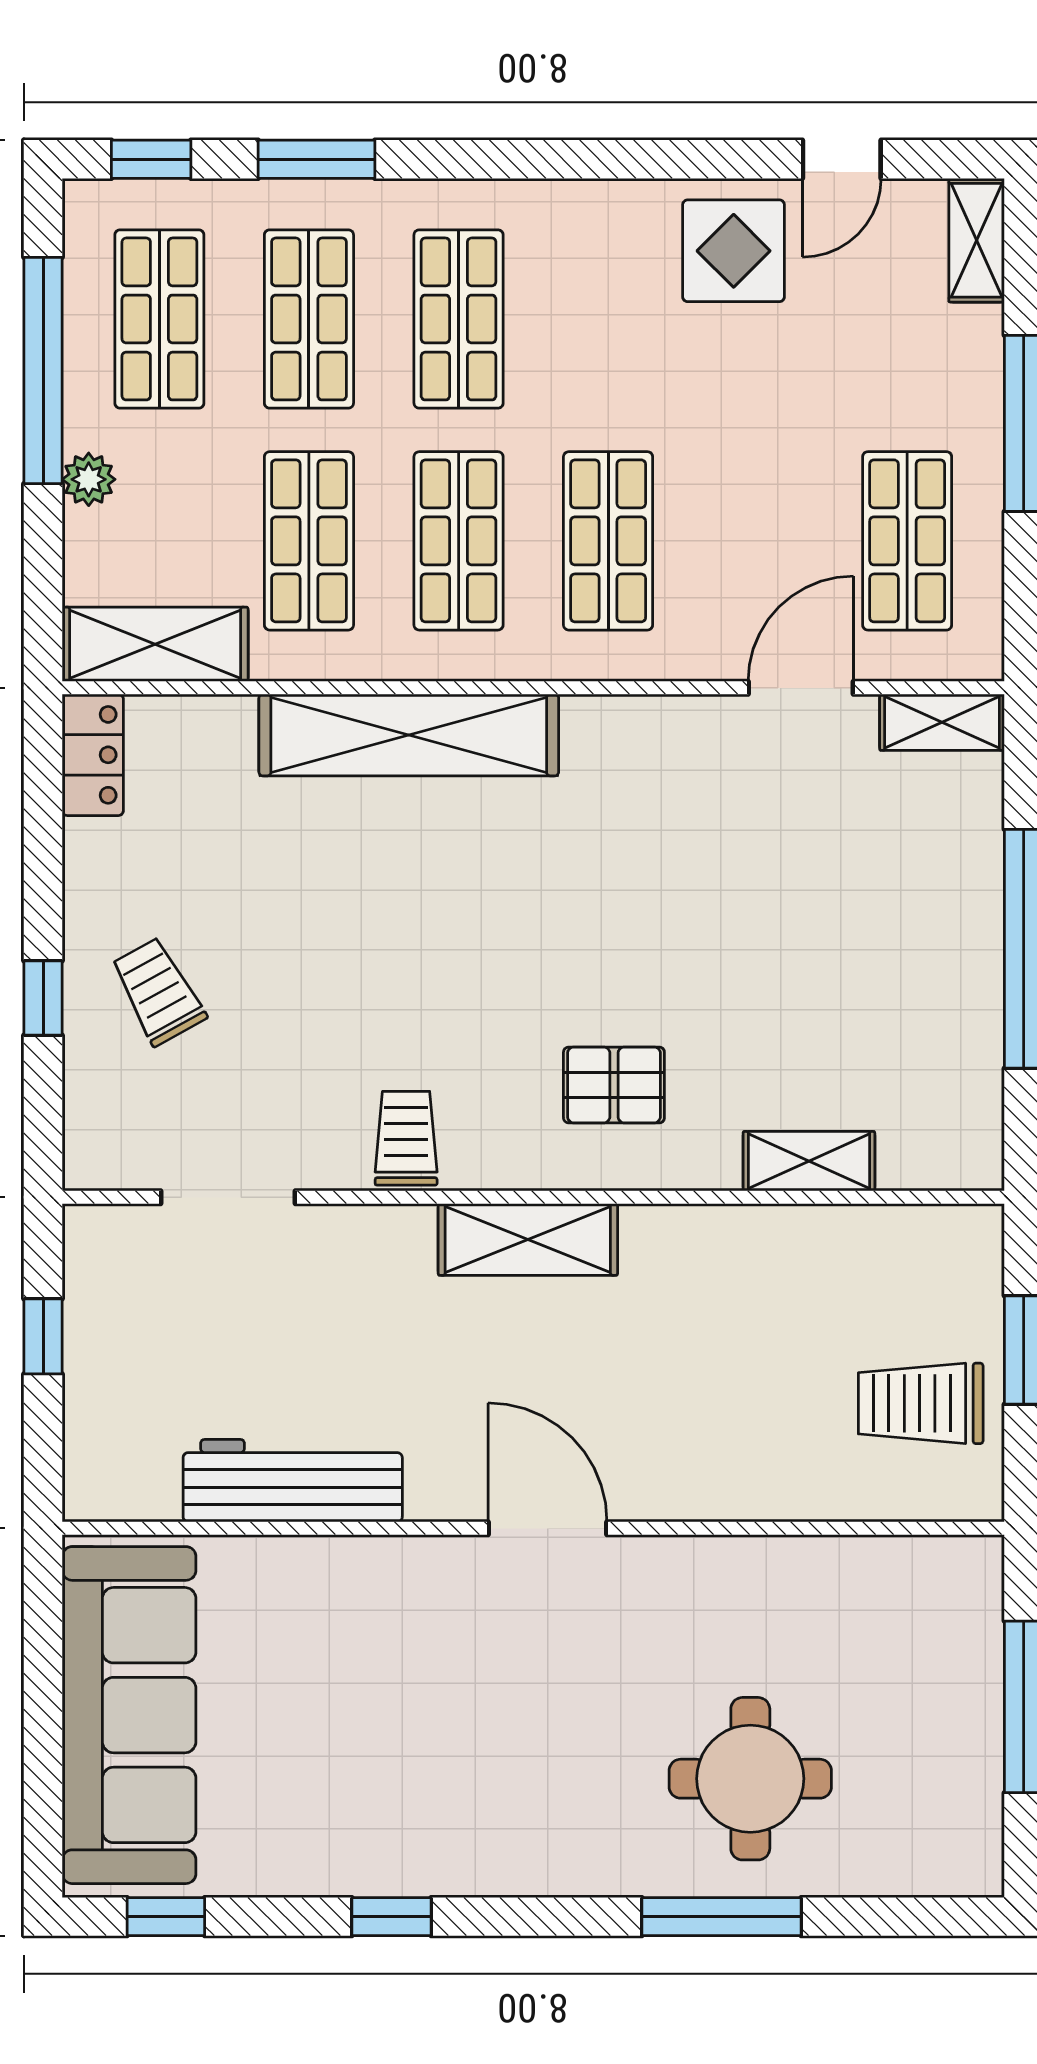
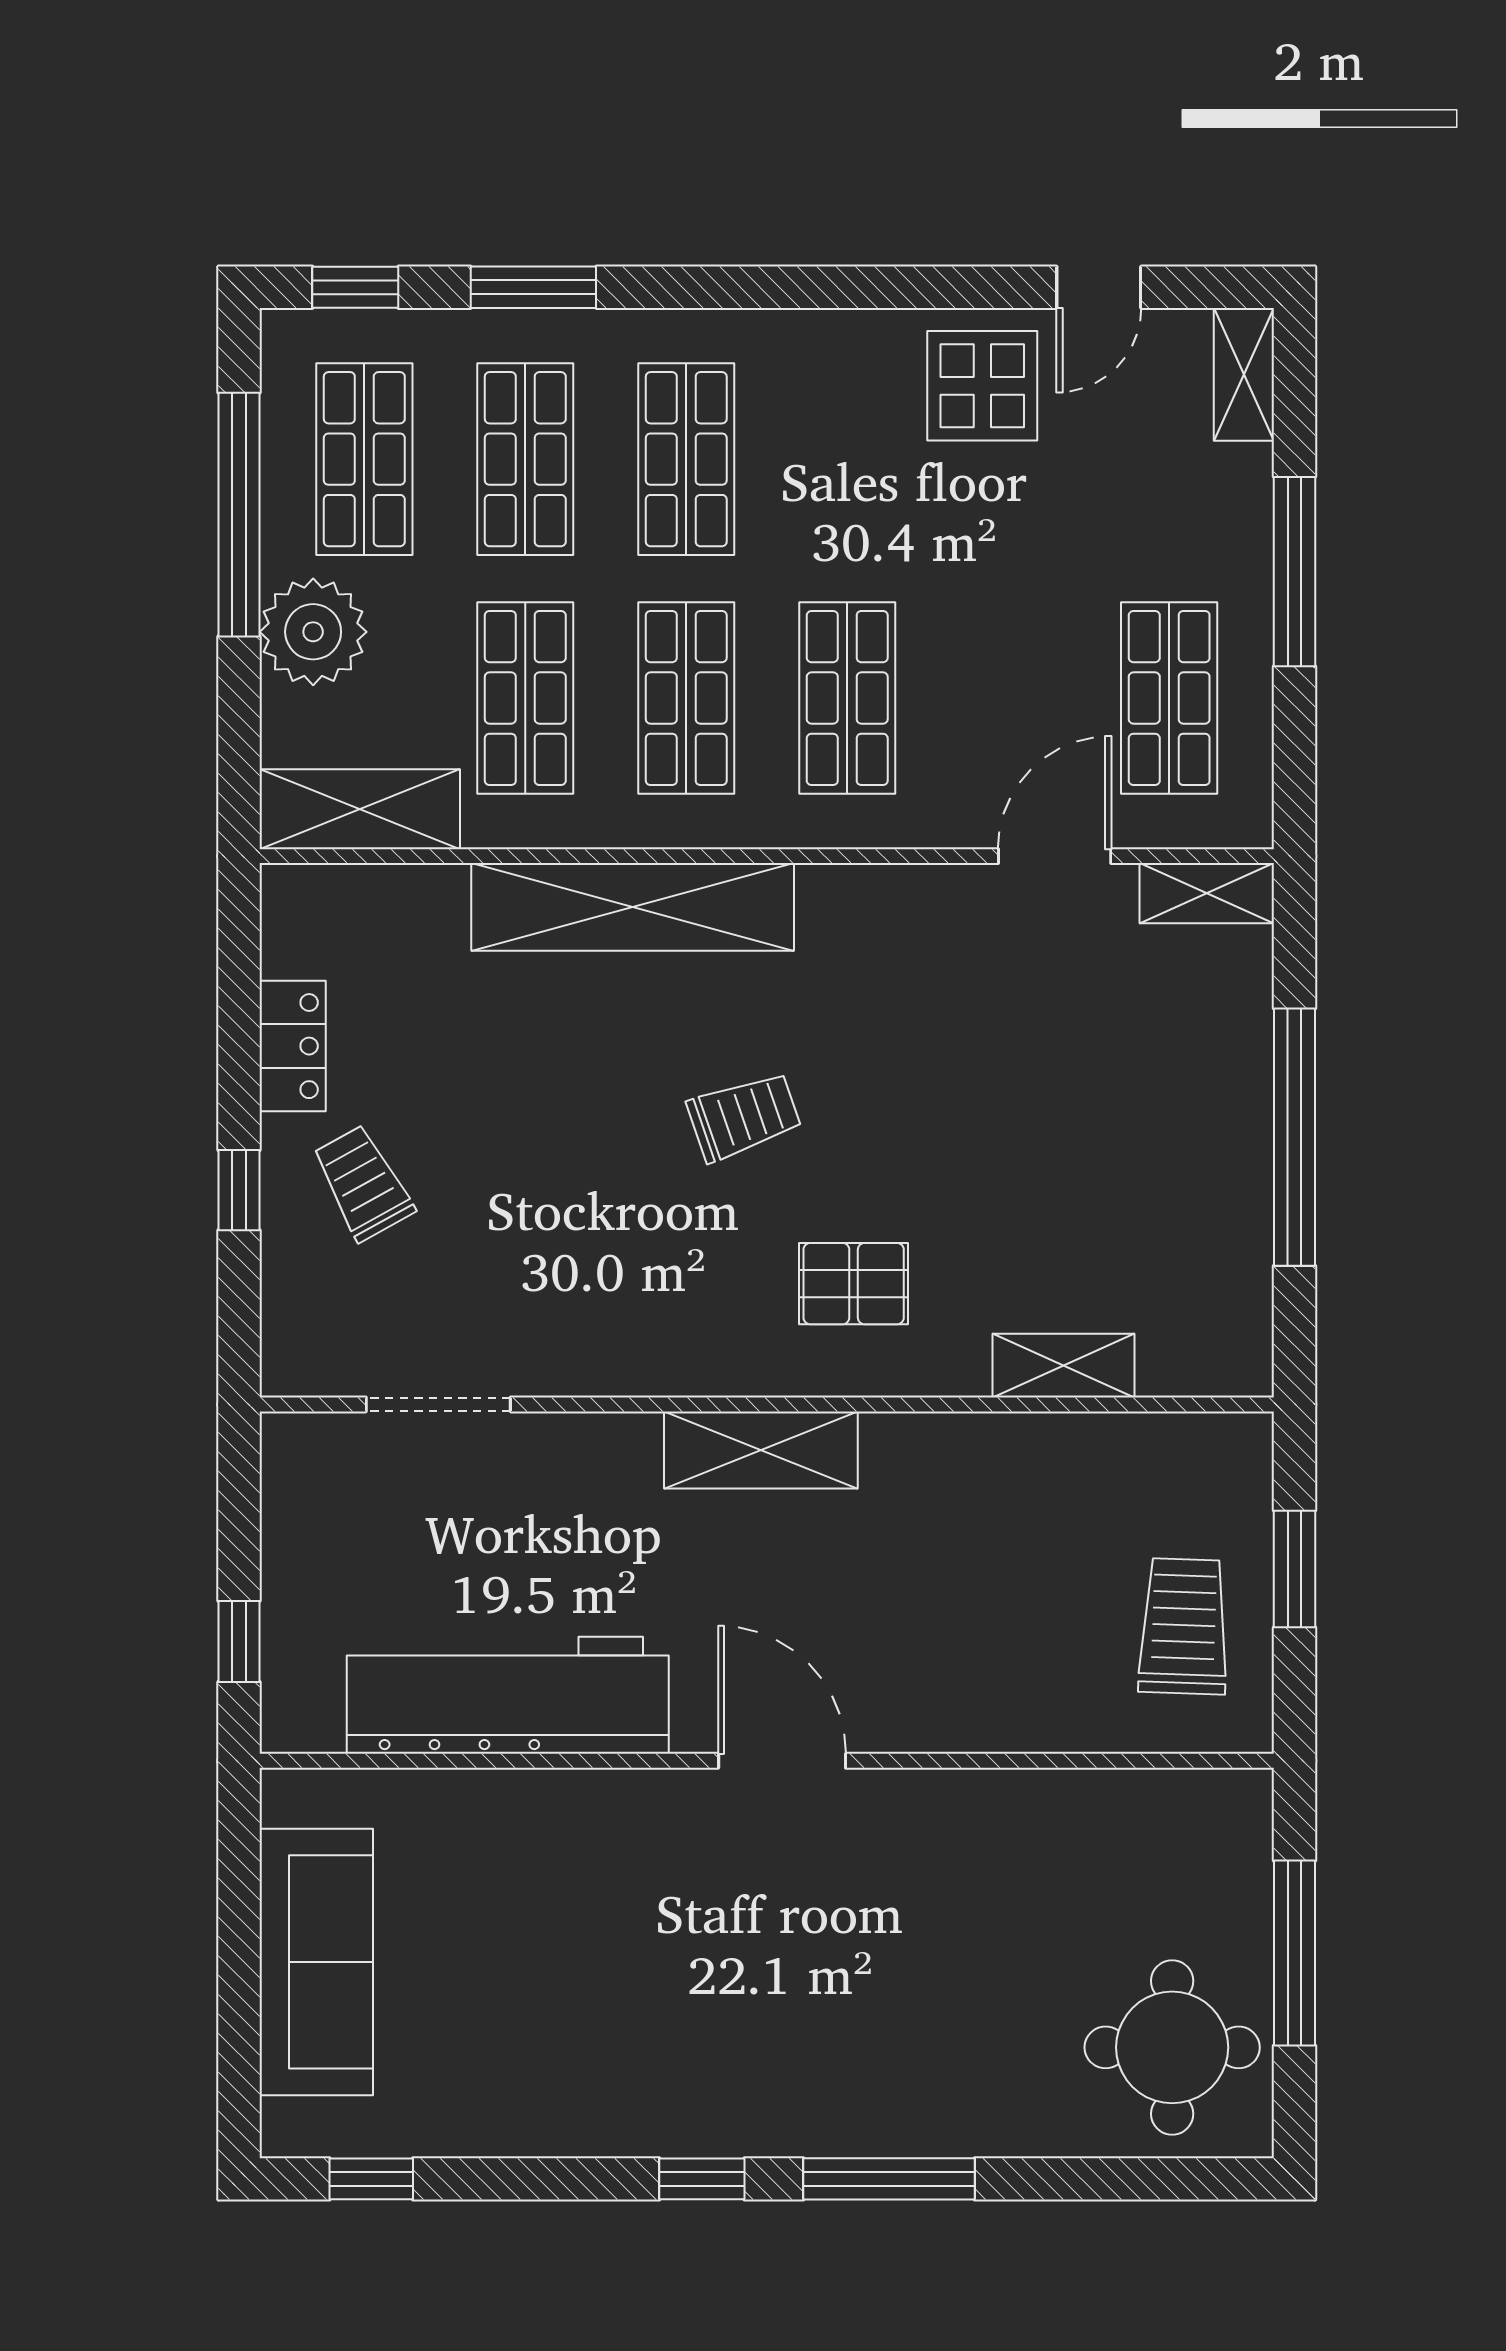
plant: (89, 479) -> (313, 632), width x1.88, depth x1.88
locker: (93, 755) -> (293, 1046), moved
trolley: (406, 1138) -> (744, 1116), moved, turned 71
window: (43, 1336) -> (239, 1641), moved
trolley: (921, 1403) -> (1184, 1626), turned 92
workbench: (293, 1481) -> (508, 1695), width x1.36, depth x1.32
sofa: (129, 1715) -> (316, 1962), width x0.74, depth x0.79
round table: (750, 1779) -> (1172, 2047), moved
window: (392, 1917) -> (702, 2179), moved
window: (721, 1917) -> (889, 2179), moved

